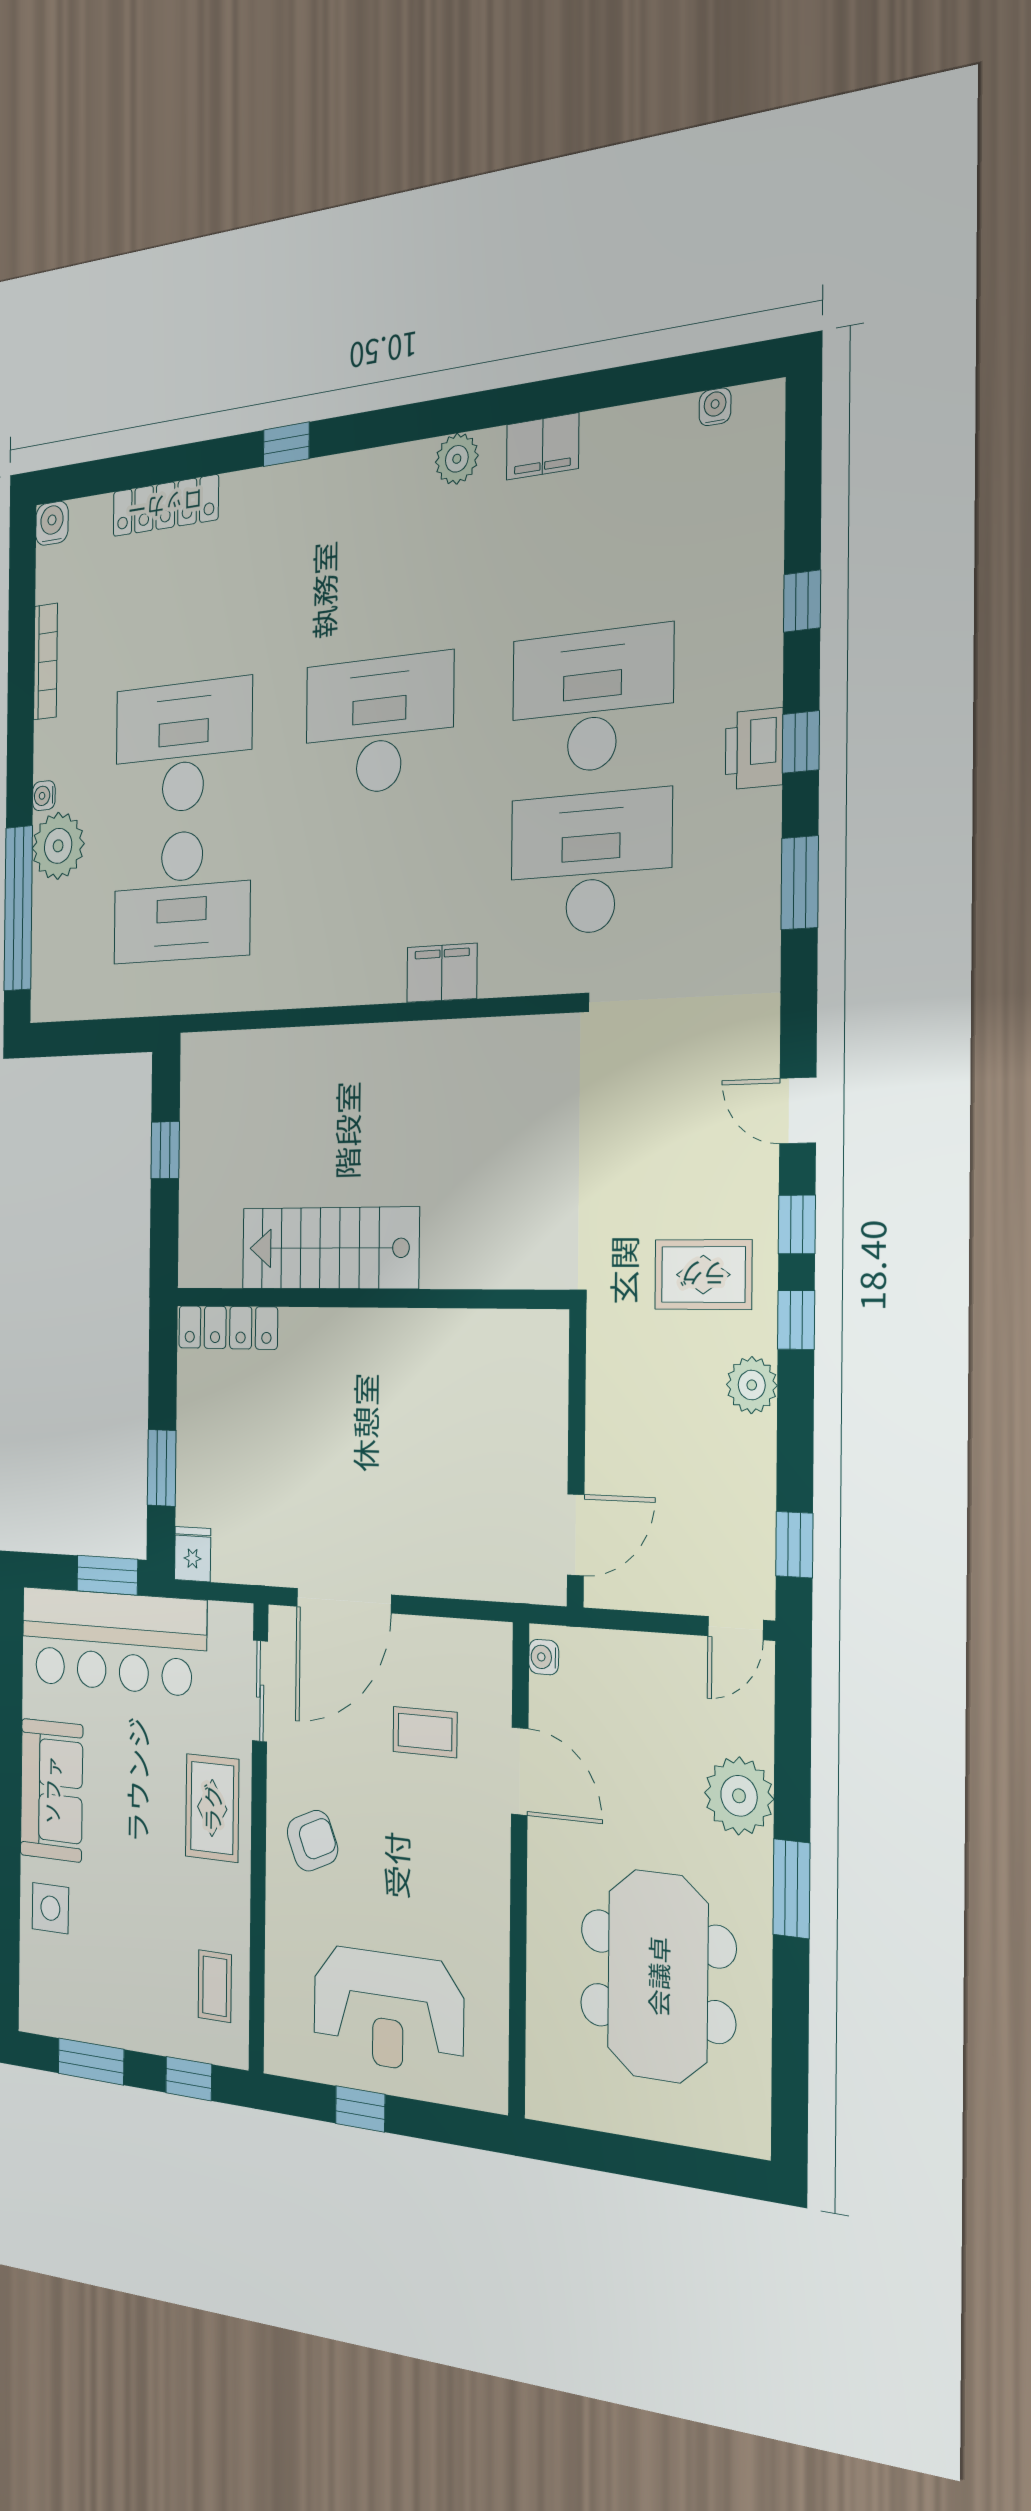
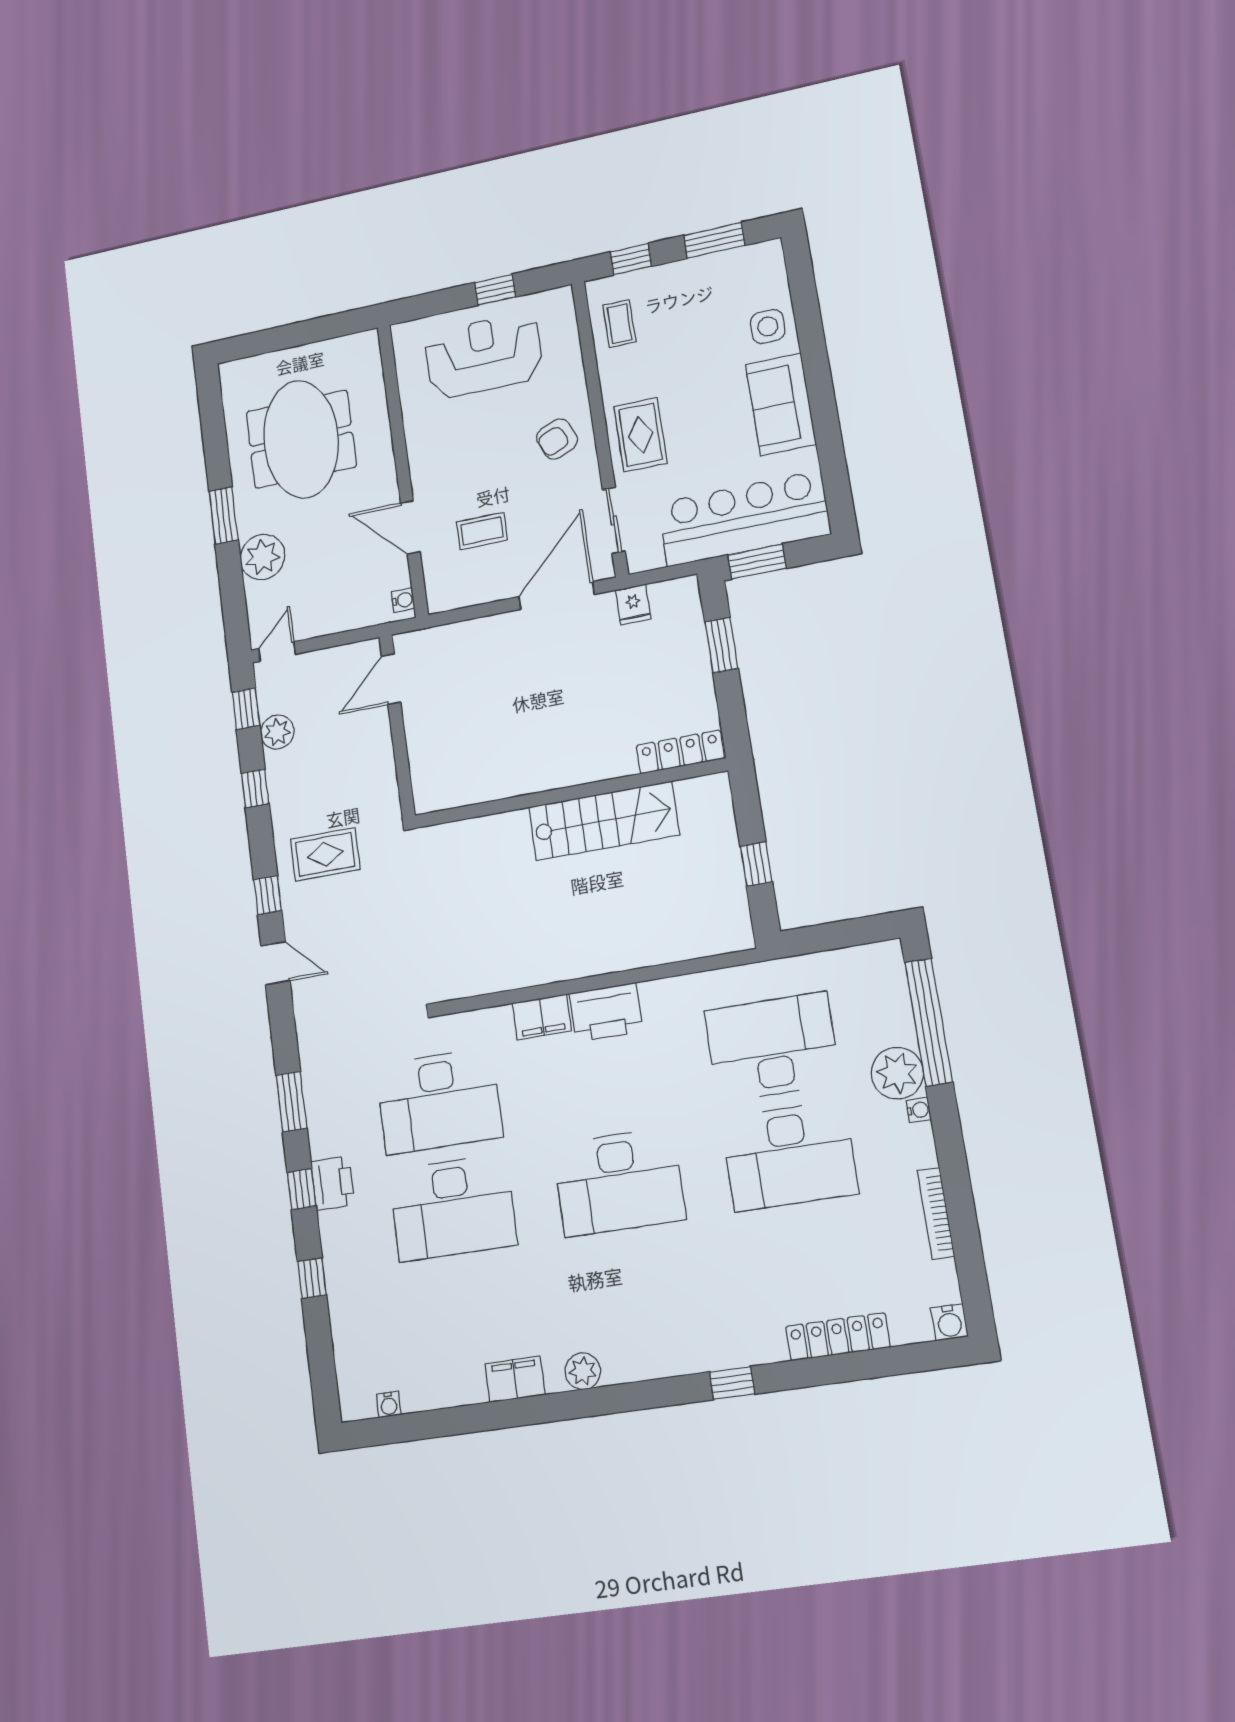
printer: (363, 969) -> (606, 1012), added
window: (796, 1320) -> (255, 788), moved
plant: (752, 1385) -> (277, 732), moved
fridge: (193, 1554) -> (633, 604), moved

